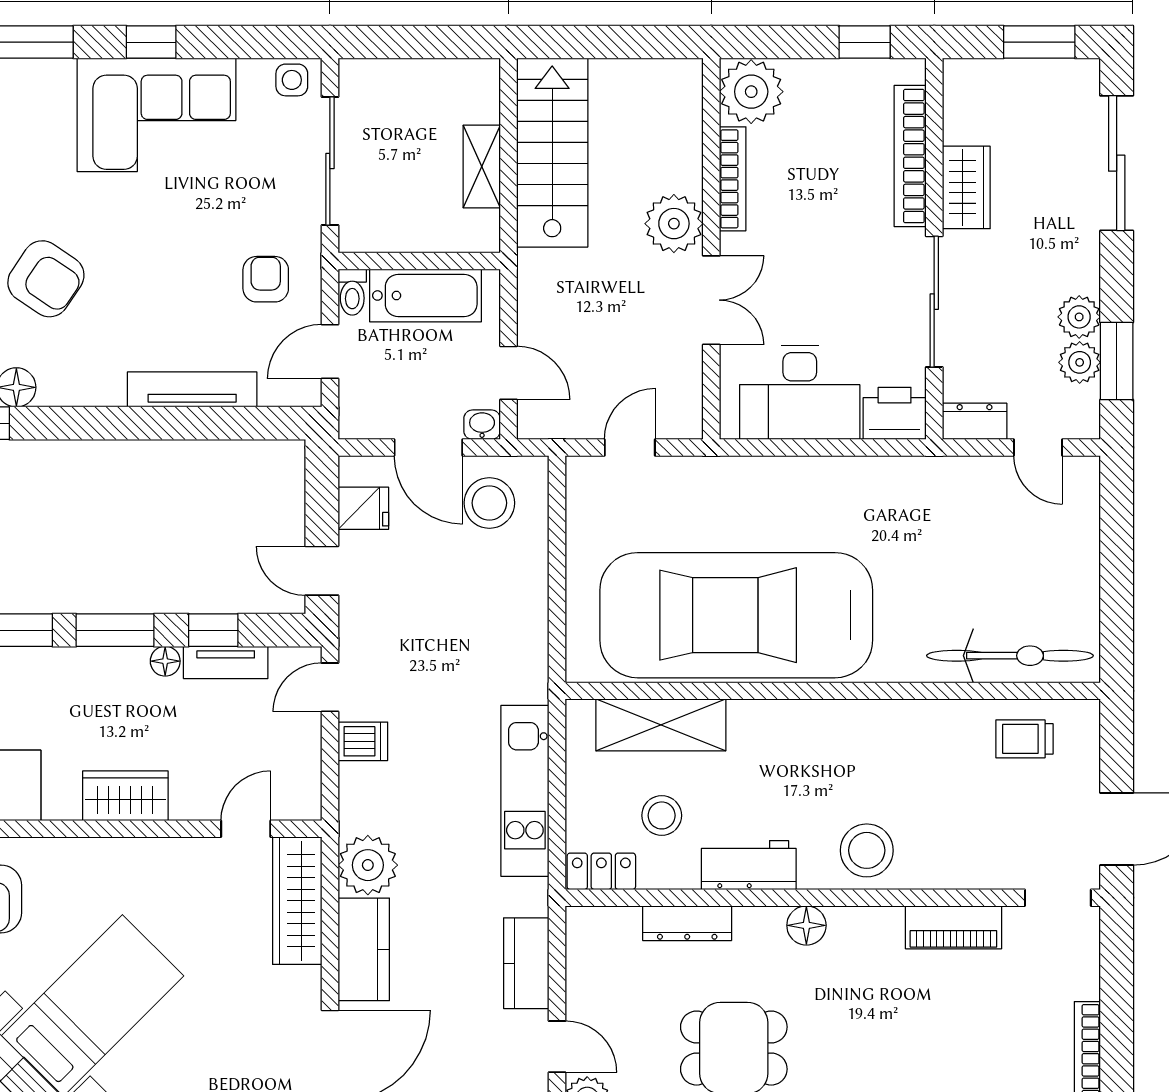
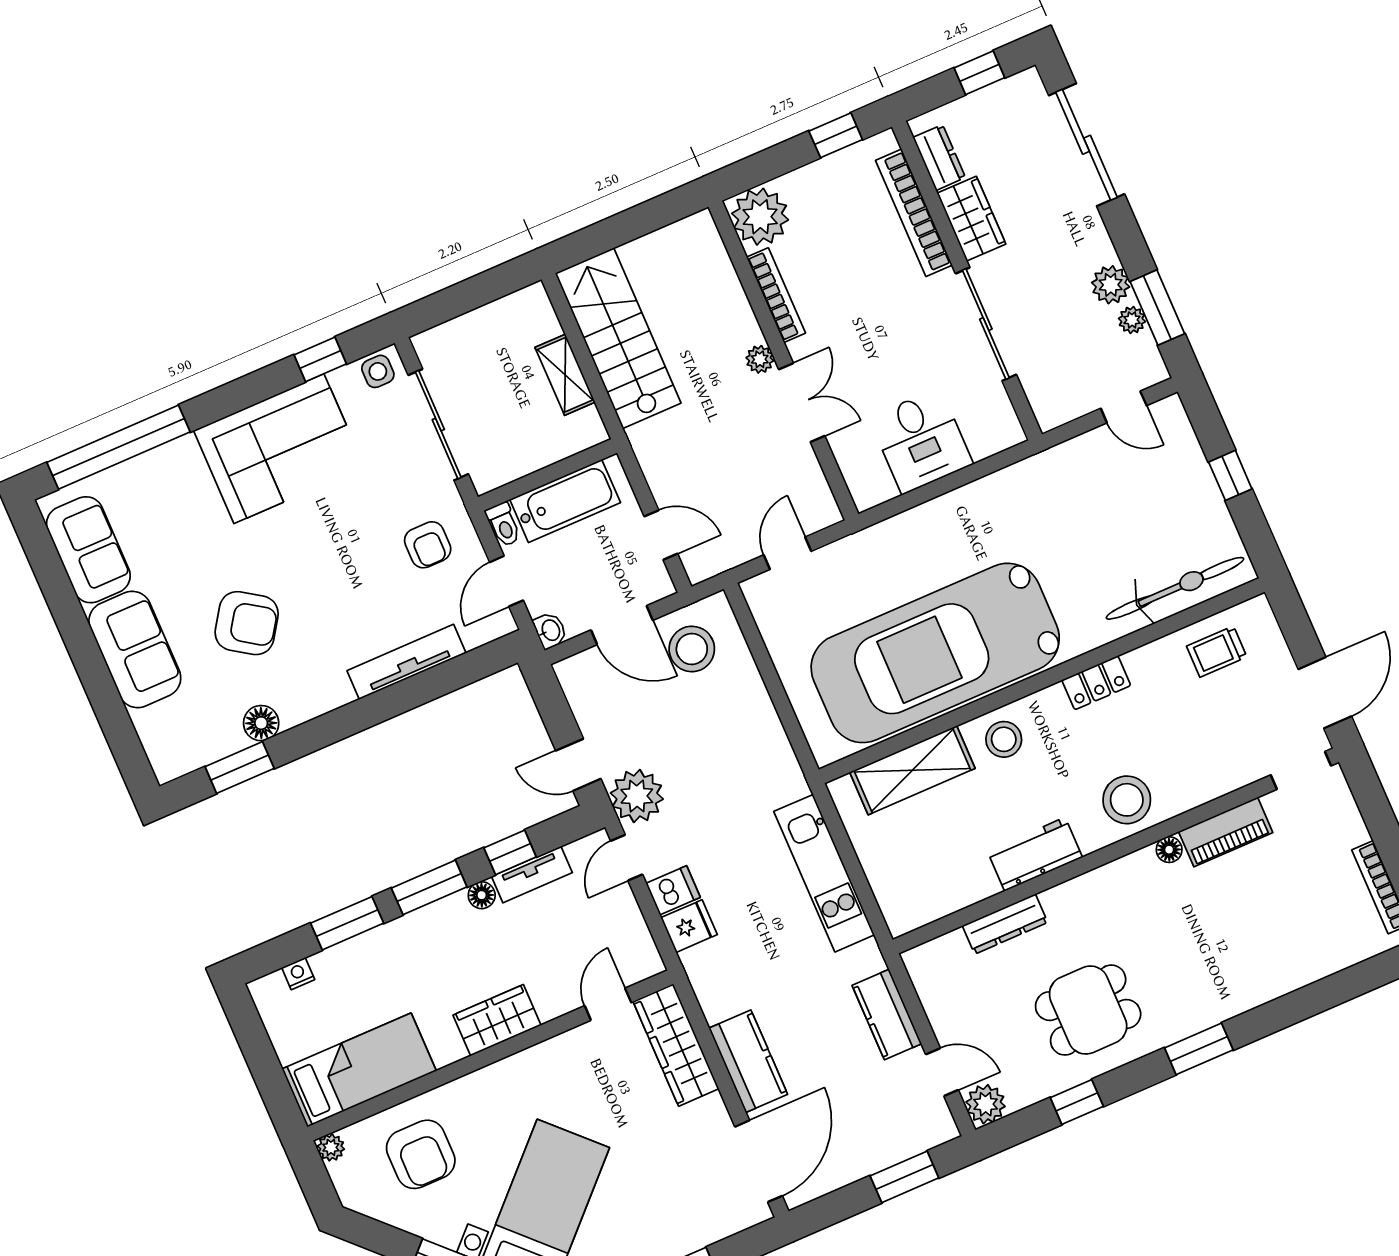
window: (151, 42) -> (320, 359), moved
window: (1039, 42) -> (979, 73), width x0.67
plant: (674, 224) -> (760, 359), width x0.53, depth x0.53
armchair: (266, 279) -> (428, 545), turned 180
plant: (1080, 362) -> (1132, 320), width x0.73, depth x0.73
desk: (800, 392) -> (921, 441), width x0.73
printer: (895, 413) -> (993, 430), removed
dresser: (975, 421) -> (939, 158), moved, turned 90
washbasin: (482, 425) -> (550, 630), moved, turned 90
fridge: (363, 508) -> (689, 926), moved
window: (1117, 565) -> (1230, 475), added
stool: (662, 815) -> (1004, 739), moved
plant: (368, 865) -> (637, 796), moved
locker: (601, 871) -> (1096, 683), moved, turned 180
floor lamp: (806, 925) -> (1169, 850), moved, width x0.73, depth x0.73

